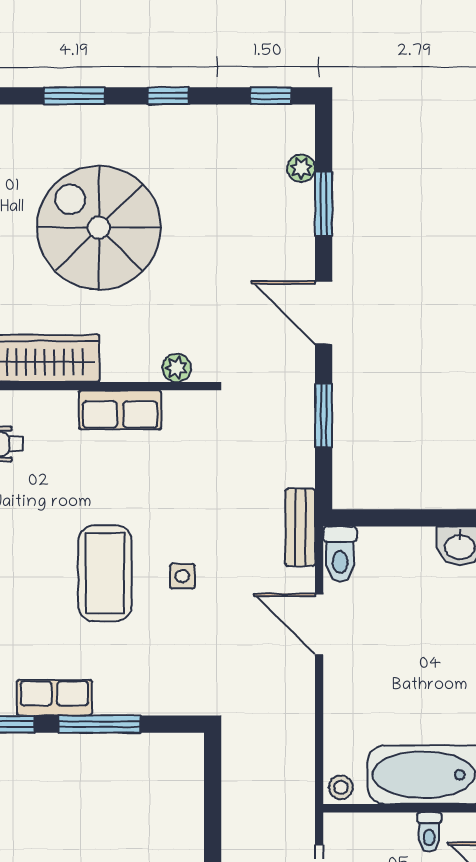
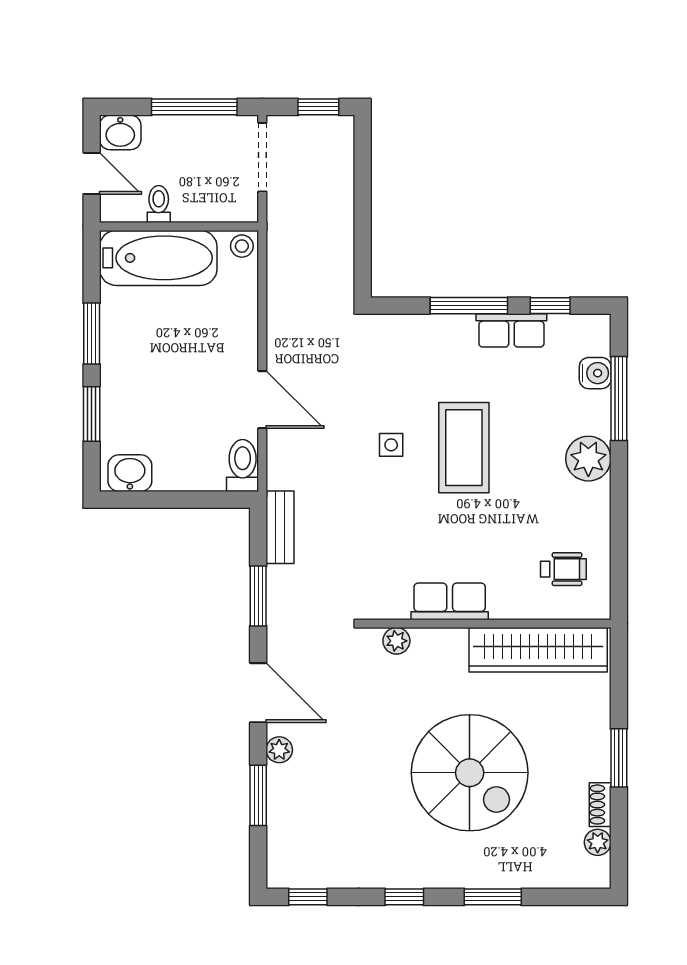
plant: (301, 168) -> (279, 750), moved
bench: (300, 528) -> (280, 527), moved

